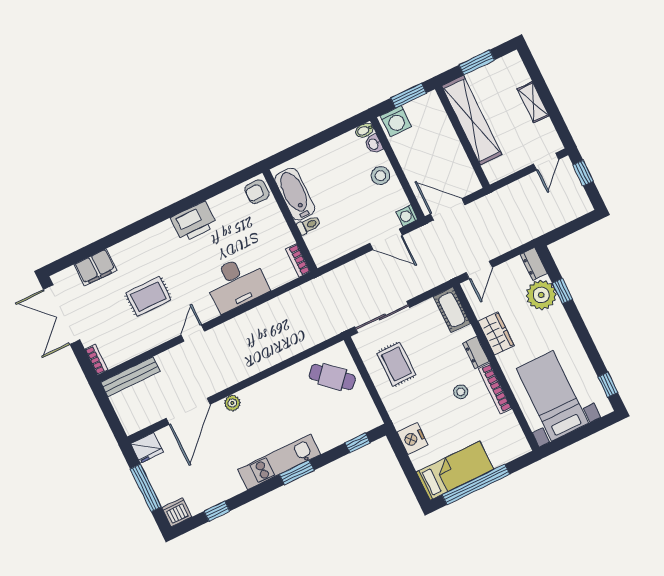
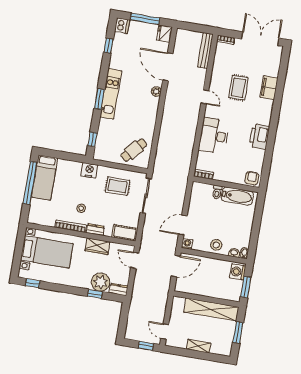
filing cabinet: (95, 267) -> (269, 88), moved
nightstand: (413, 439) -> (89, 170), moved

